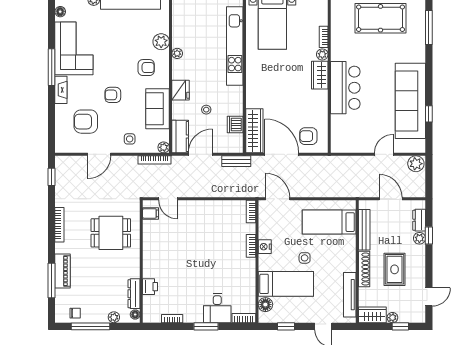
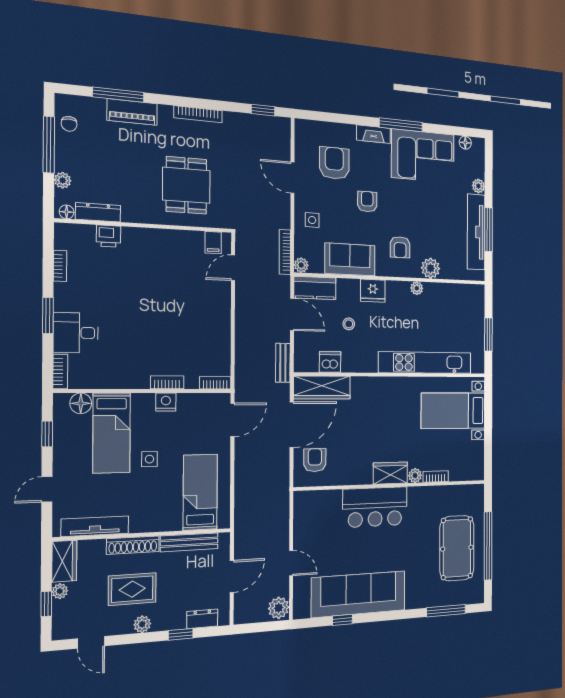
plant: (419, 238) -> (142, 624), moved

